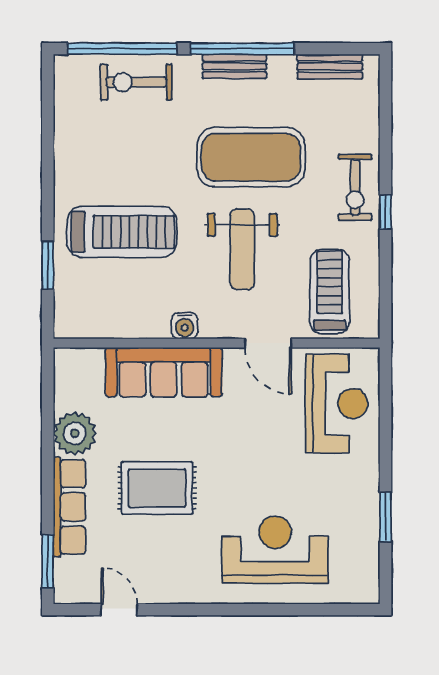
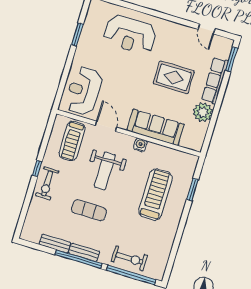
bench: (330, 67) -> (55, 243), moved
exercise mat: (251, 157) -> (89, 210), width x0.50, depth x0.69
exercise bike: (355, 187) -> (47, 183), turned 180
treadmill: (122, 232) -> (155, 195), turned 90
weight bench: (242, 249) -> (105, 171), turned 180

